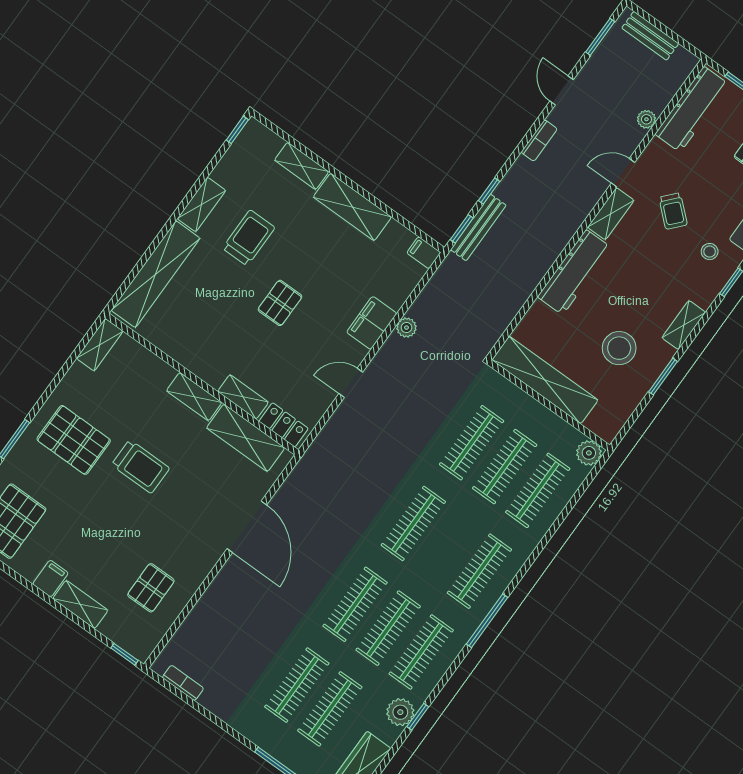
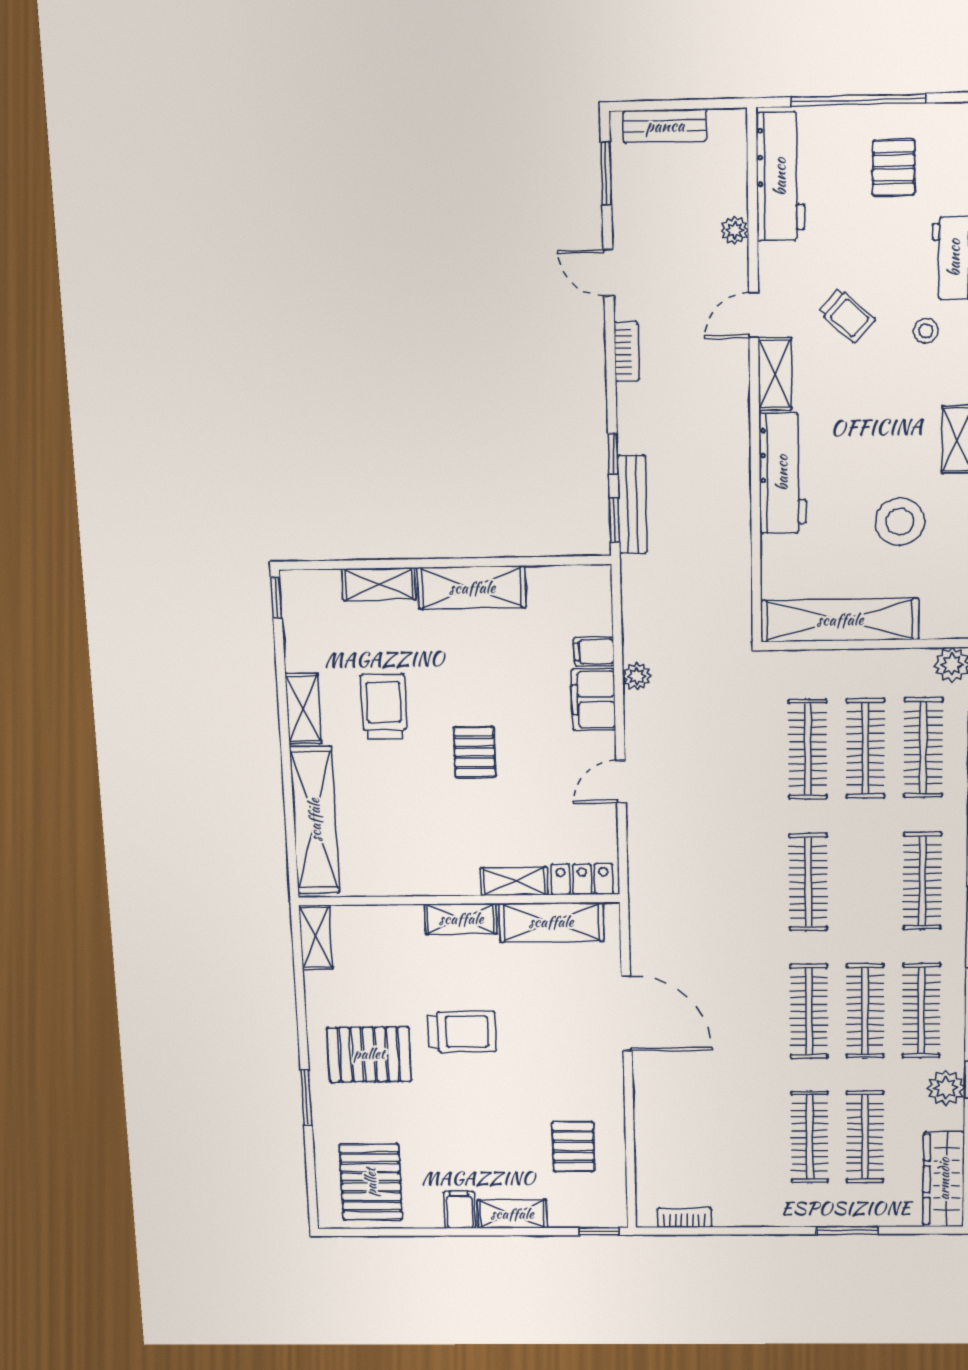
filing cabinet: (424, 253) -> (594, 652), moved

